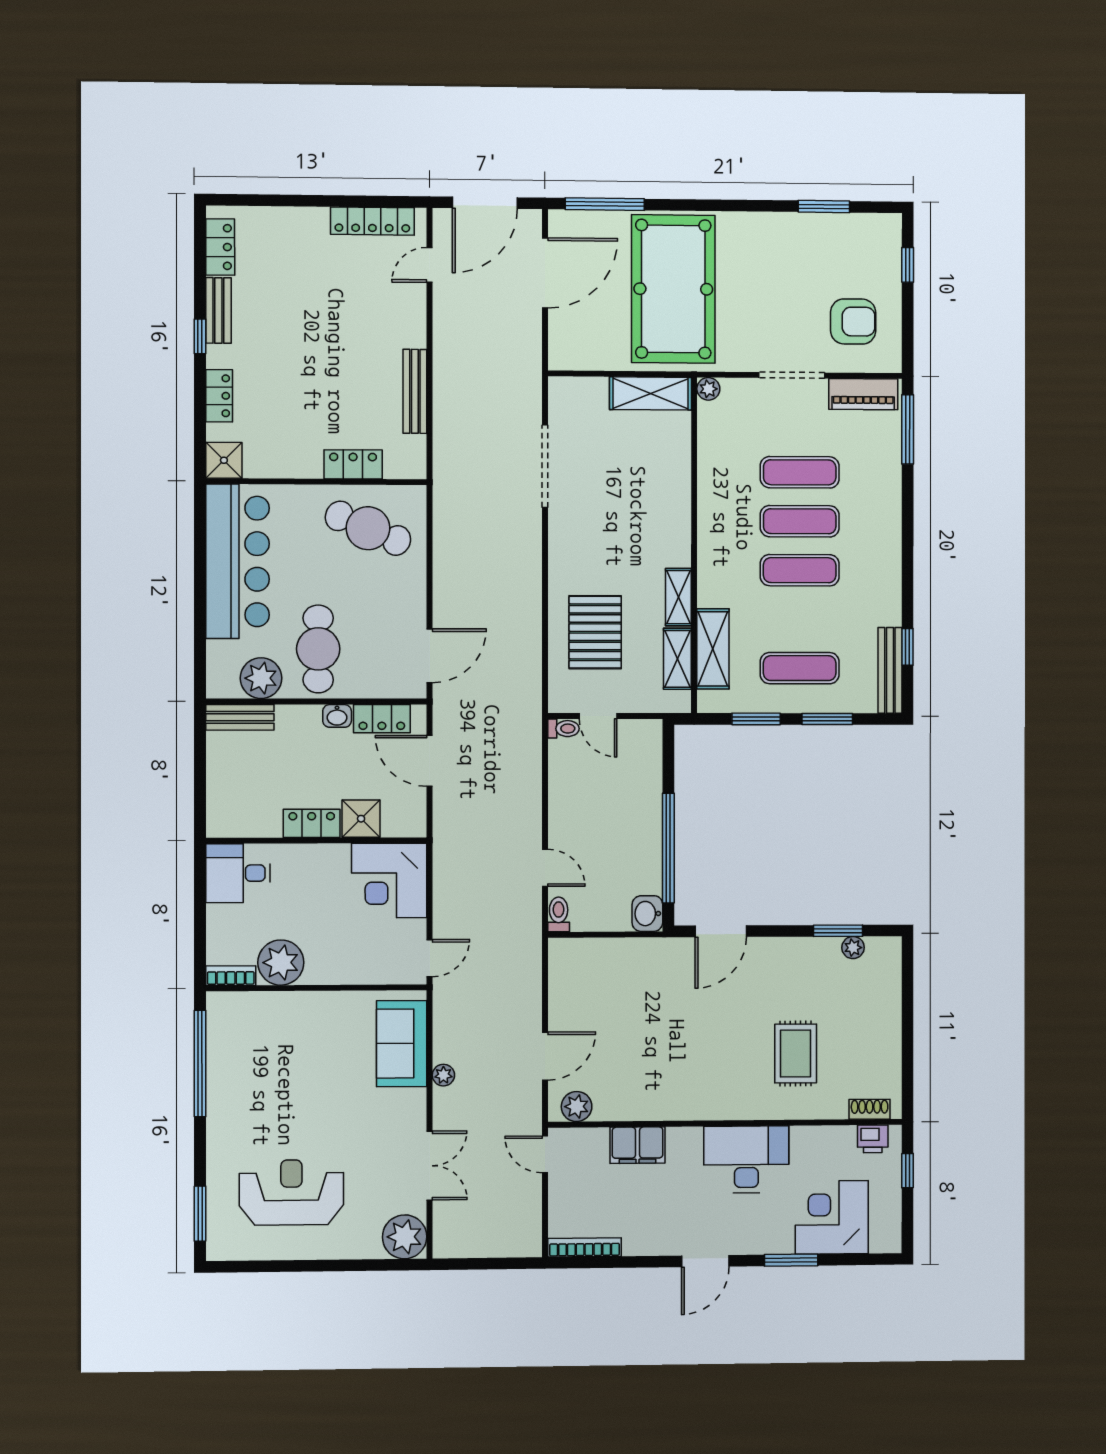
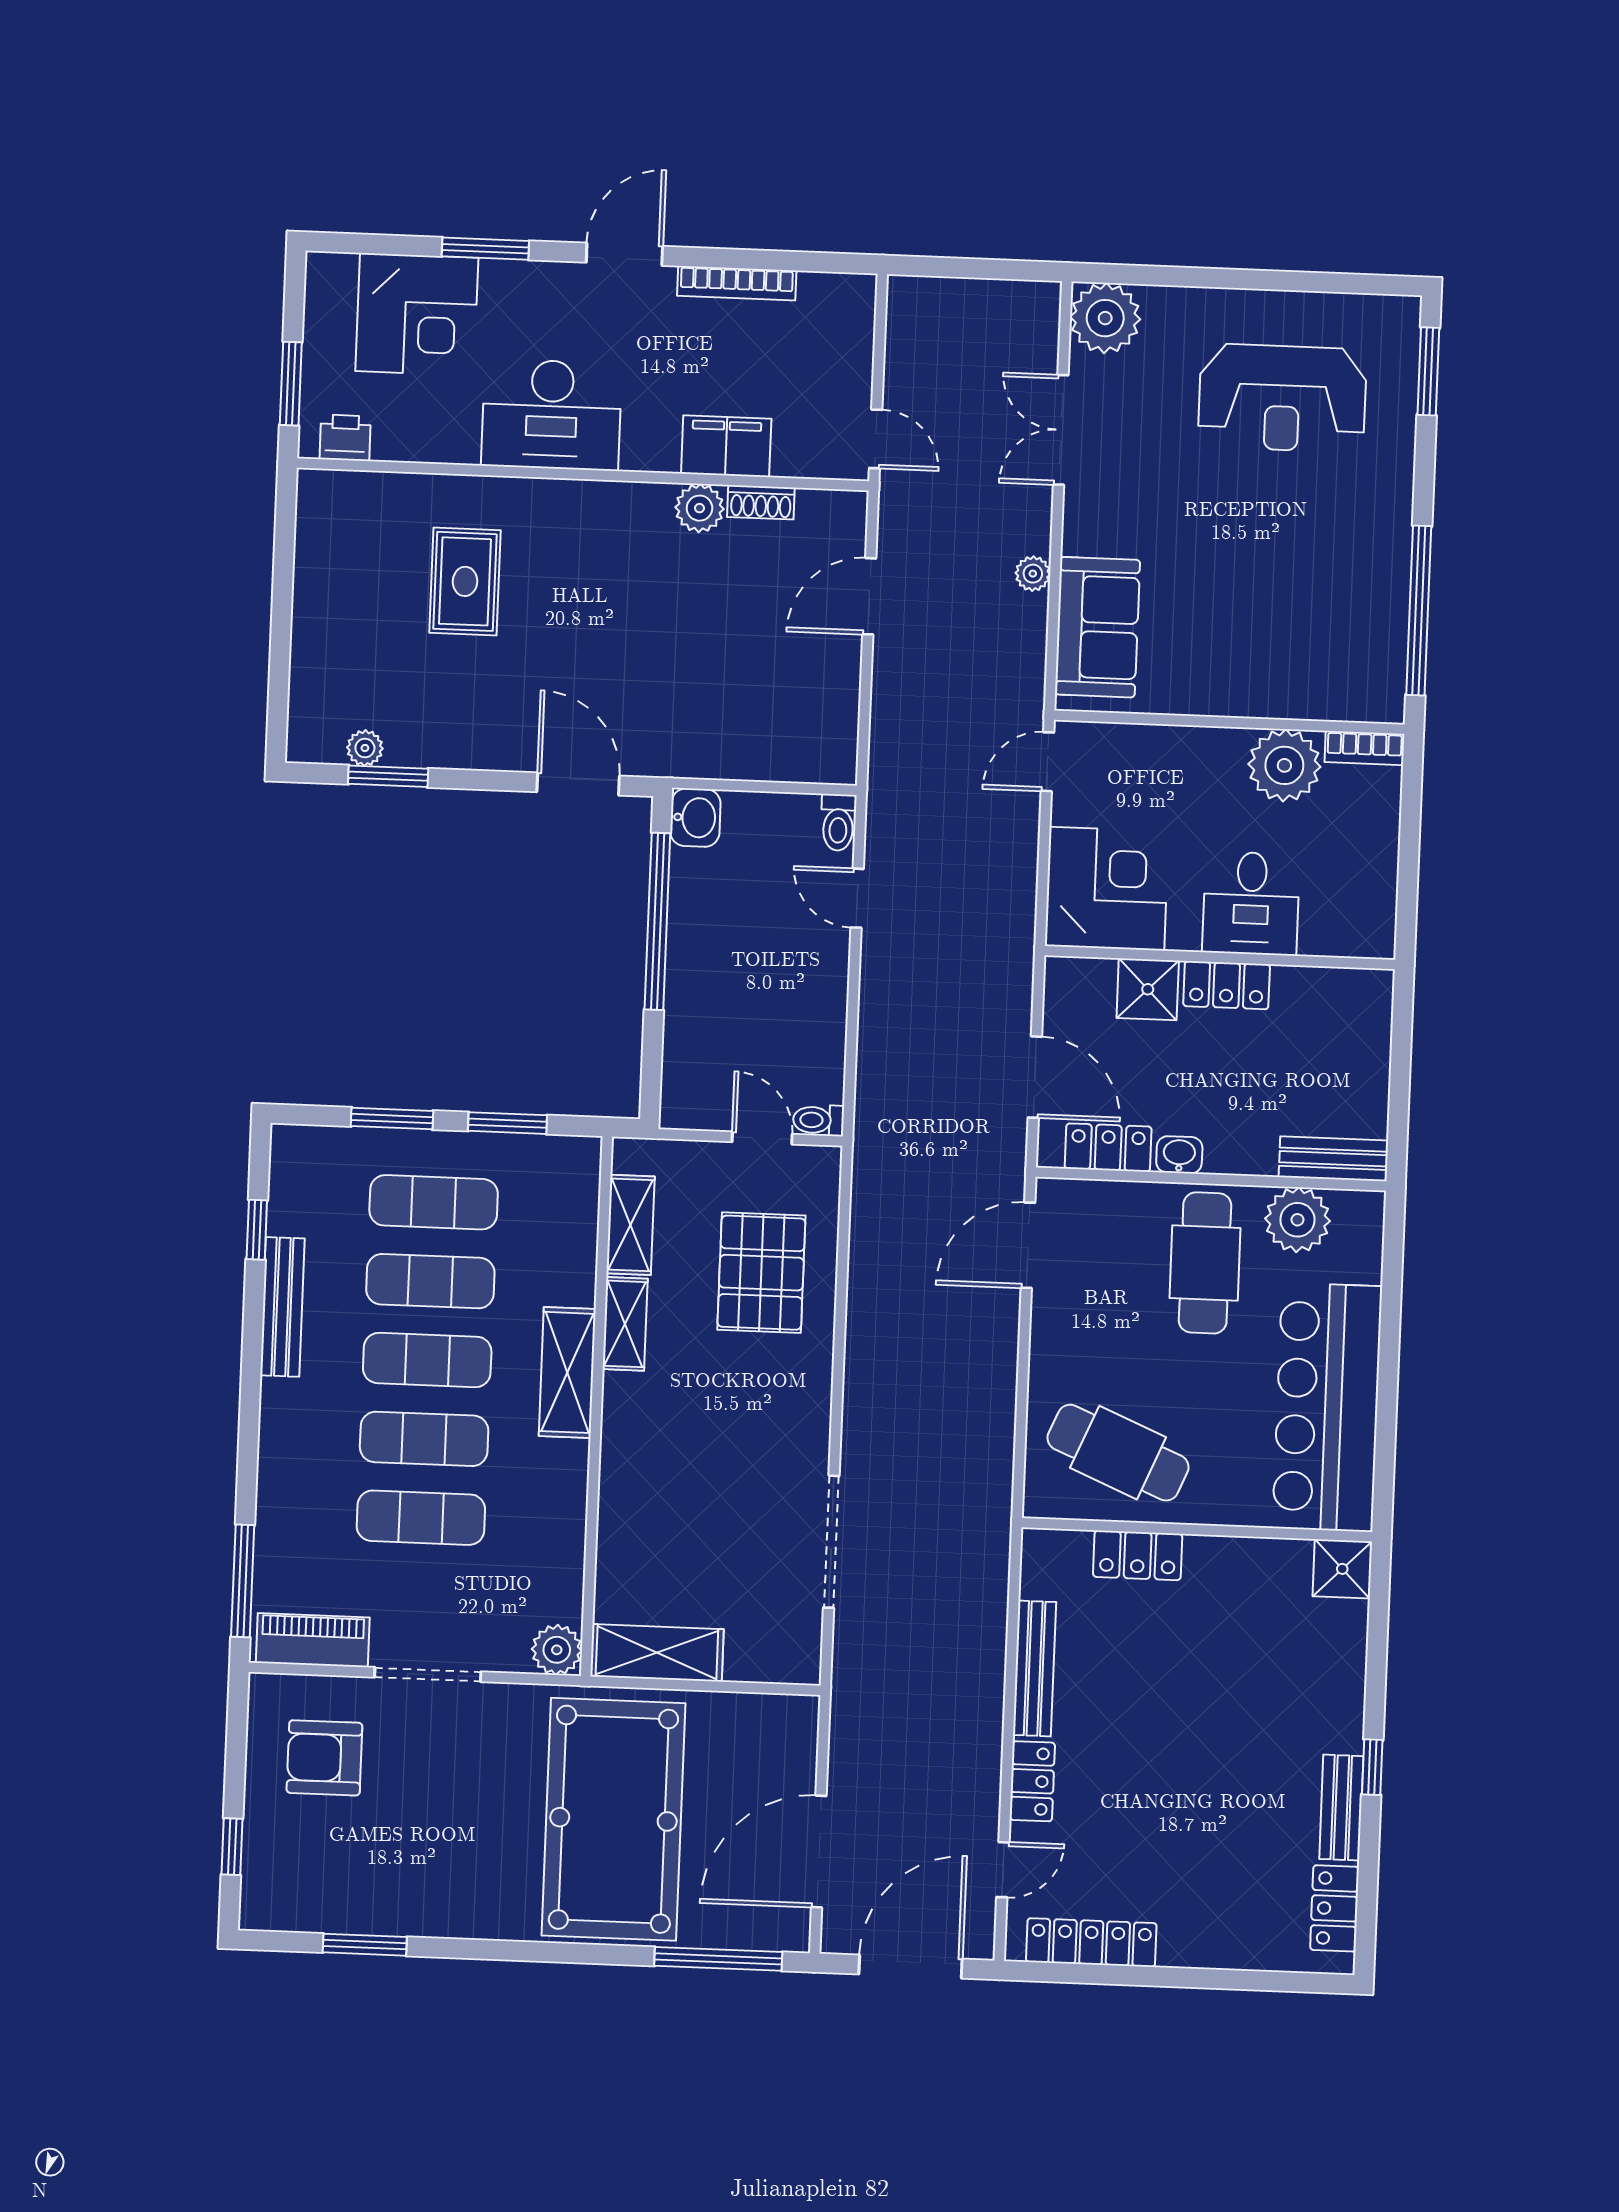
plant: (708, 389) -> (557, 1650), width x1.38, depth x1.38
locker: (219, 396) -> (1032, 1781), moved, turned 180
exercise mat: (800, 619) -> (430, 1281), added
shelving: (713, 649) -> (567, 1372), moved
bench: (890, 670) -> (282, 1307), moved
desk: (238, 873) -> (1251, 903), moved, turned 90
door: (721, 931) -> (578, 784), hinge flipped
plant: (577, 1107) -> (699, 508), moved
shoe rack: (870, 1109) -> (761, 502), moved
window: (907, 1171) -> (291, 384), width x1.50
bookcase: (585, 1247) -> (737, 283), moved

